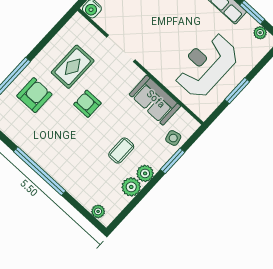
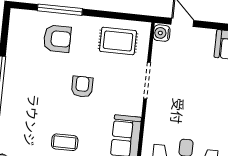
rug: (73, 67) -> (118, 41), moved

